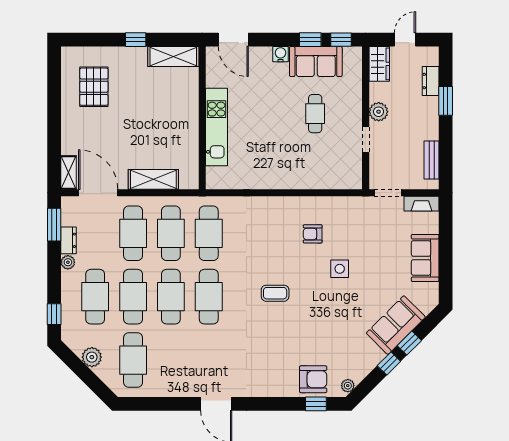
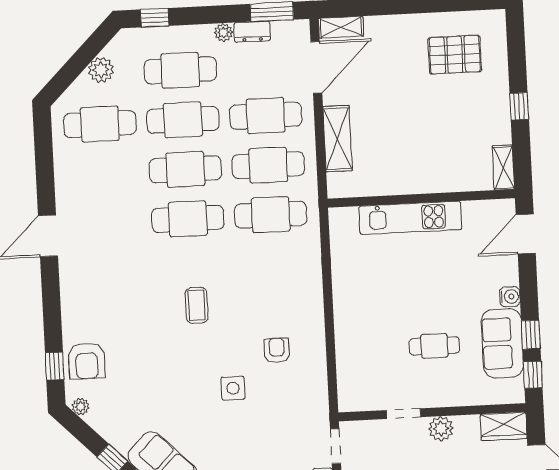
shelving: (173, 57) -> (503, 168), width x0.67, depth x0.75

